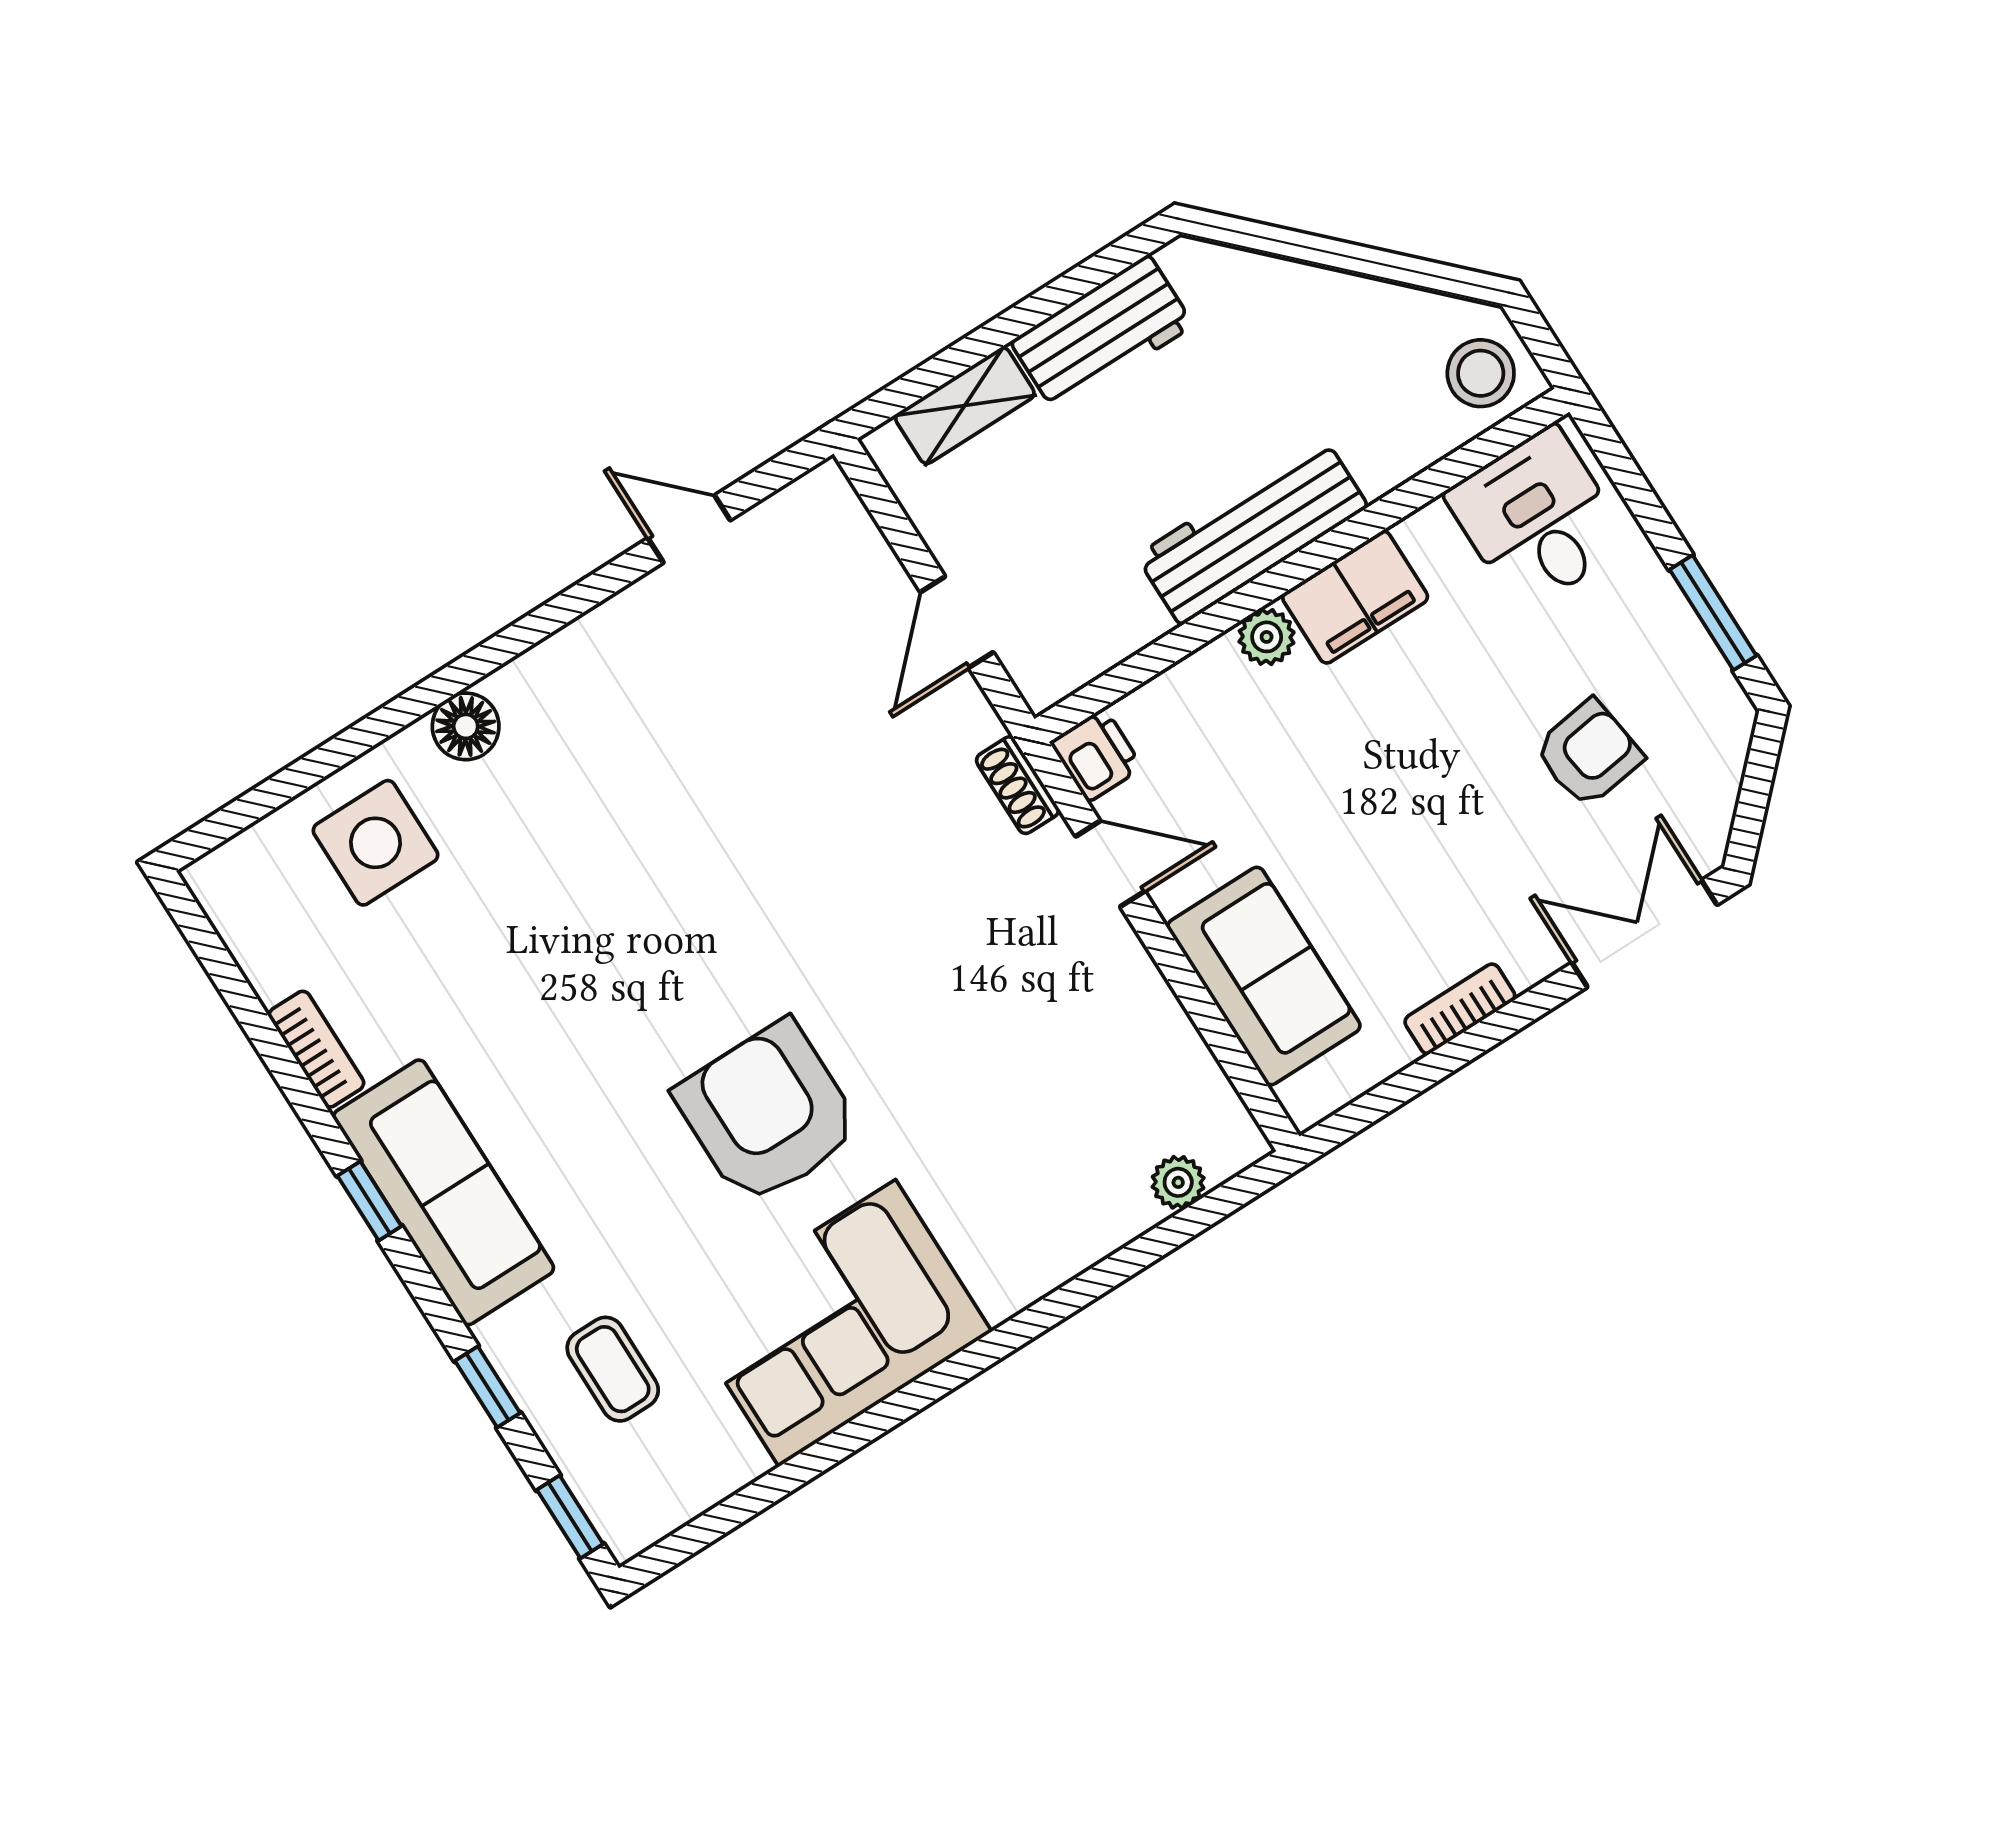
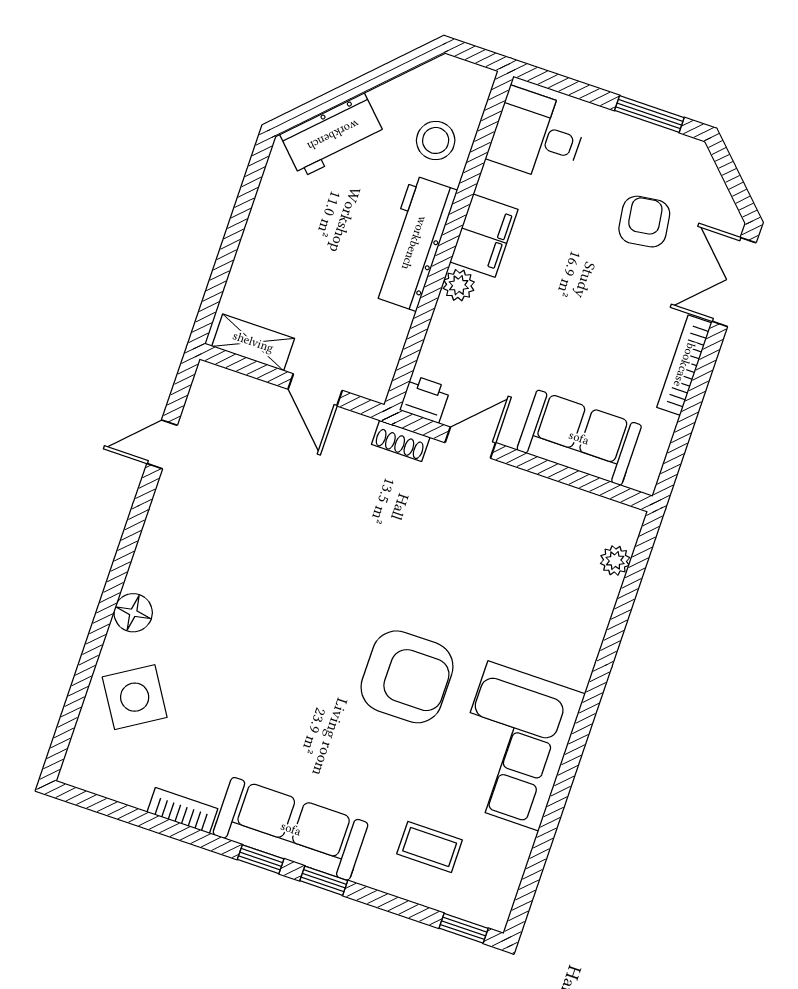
workbench: (1102, 334) -> (333, 135), moved, turned 45
stool: (1481, 373) -> (436, 140), moved
shelving: (965, 406) -> (253, 342), moved, turned 90
side table: (375, 843) -> (135, 697), turned -32
bookcase: (1460, 1009) -> (684, 365), width x1.56
armchair: (768, 1113) -> (407, 677), turned 180
window: (487, 1387) -> (324, 881), moved

